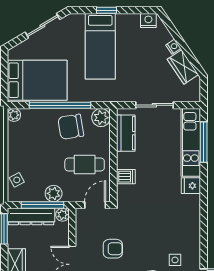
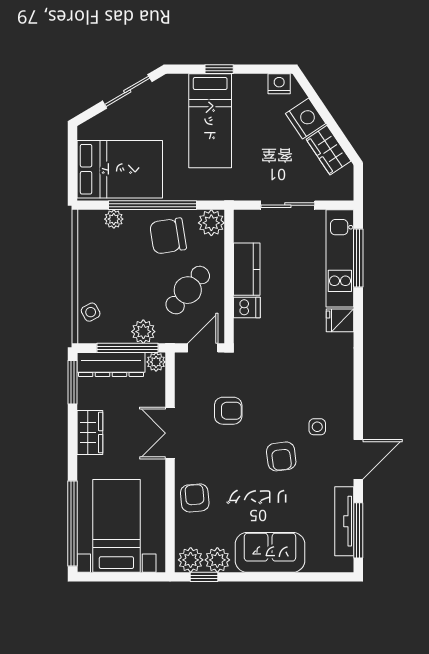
nightstand: (173, 47) -> (306, 119), width x1.89, depth x1.79
plant: (14, 115) -> (114, 219), moved
kitchen counter: (126, 133) -> (247, 269), moved
cafe table: (85, 165) -> (188, 290), turned -50

